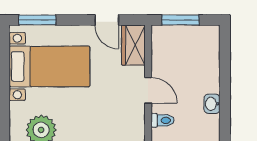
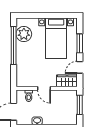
window: (37, 20) -> (80, 43), moved
door: (148, 90) -> (44, 88), hinge flipped

